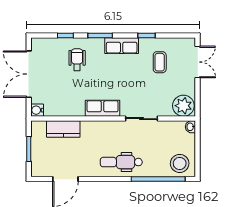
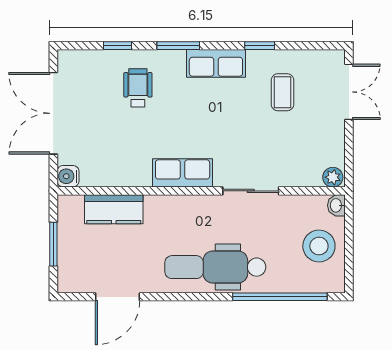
plant: (183, 106) -> (333, 177), width x0.53, depth x0.53
dental chair: (121, 162) -> (215, 267), width x1.36, depth x1.38
stool: (180, 163) -> (319, 246), moved

